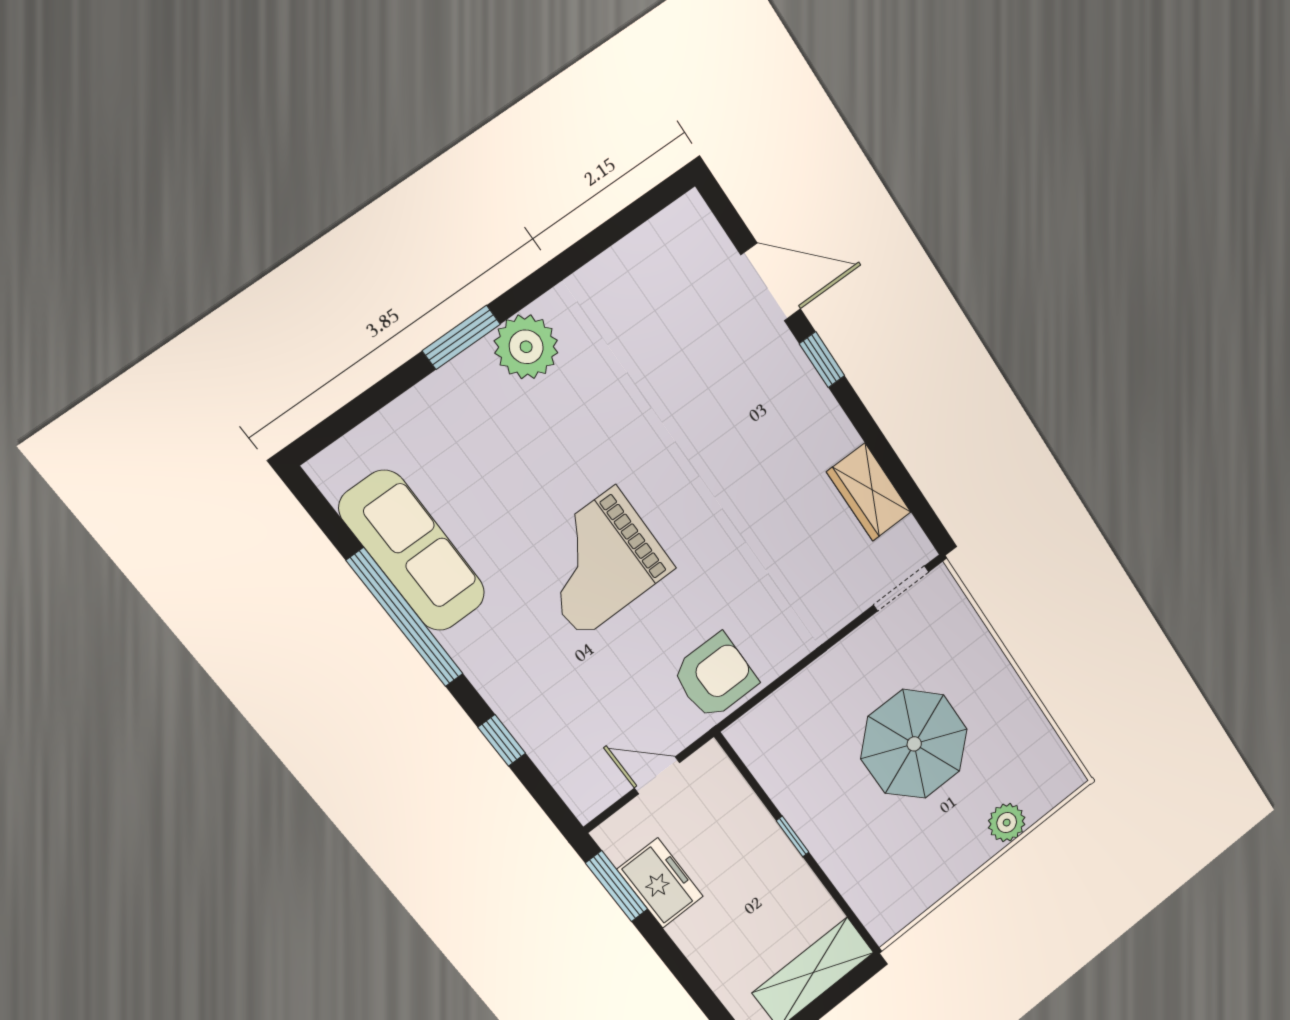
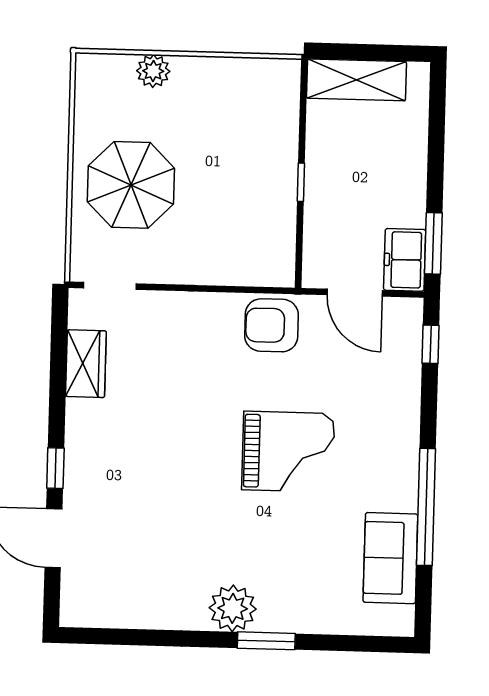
sofa: (412, 551) -> (390, 558), width x0.73
window: (502, 740) -> (431, 344), moved
parasol: (914, 744) -> (131, 185), moved
door: (657, 775) -> (355, 293), width x1.37
freezer: (660, 883) -> (405, 260), moved

